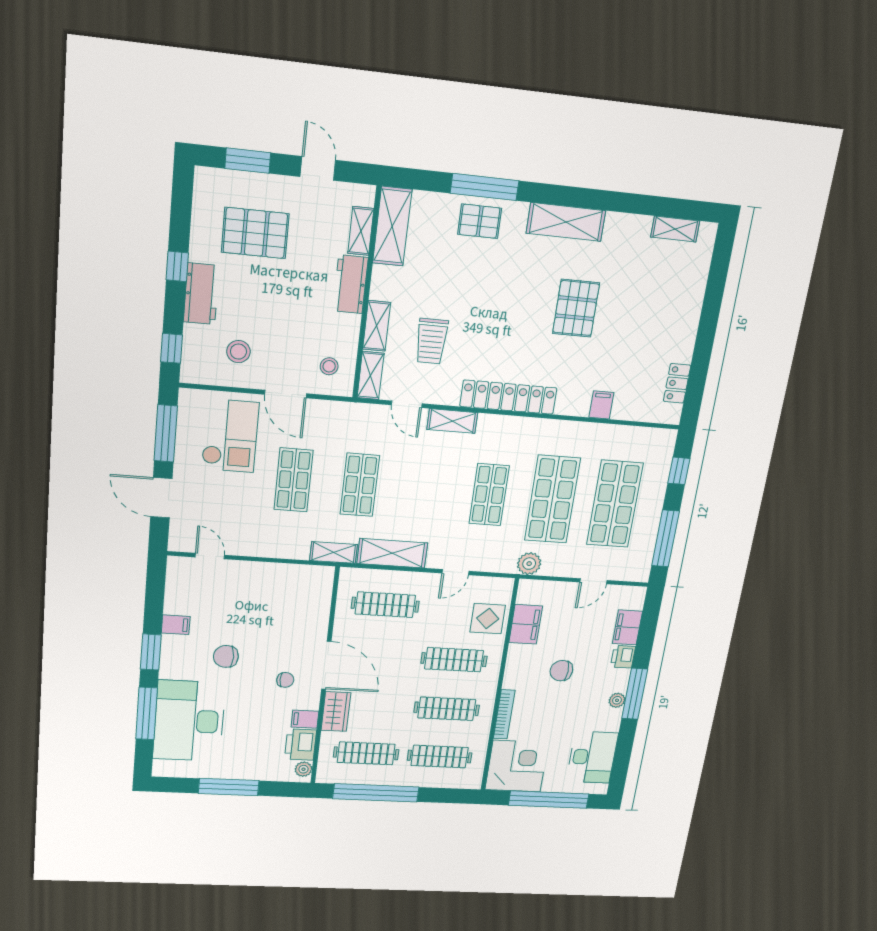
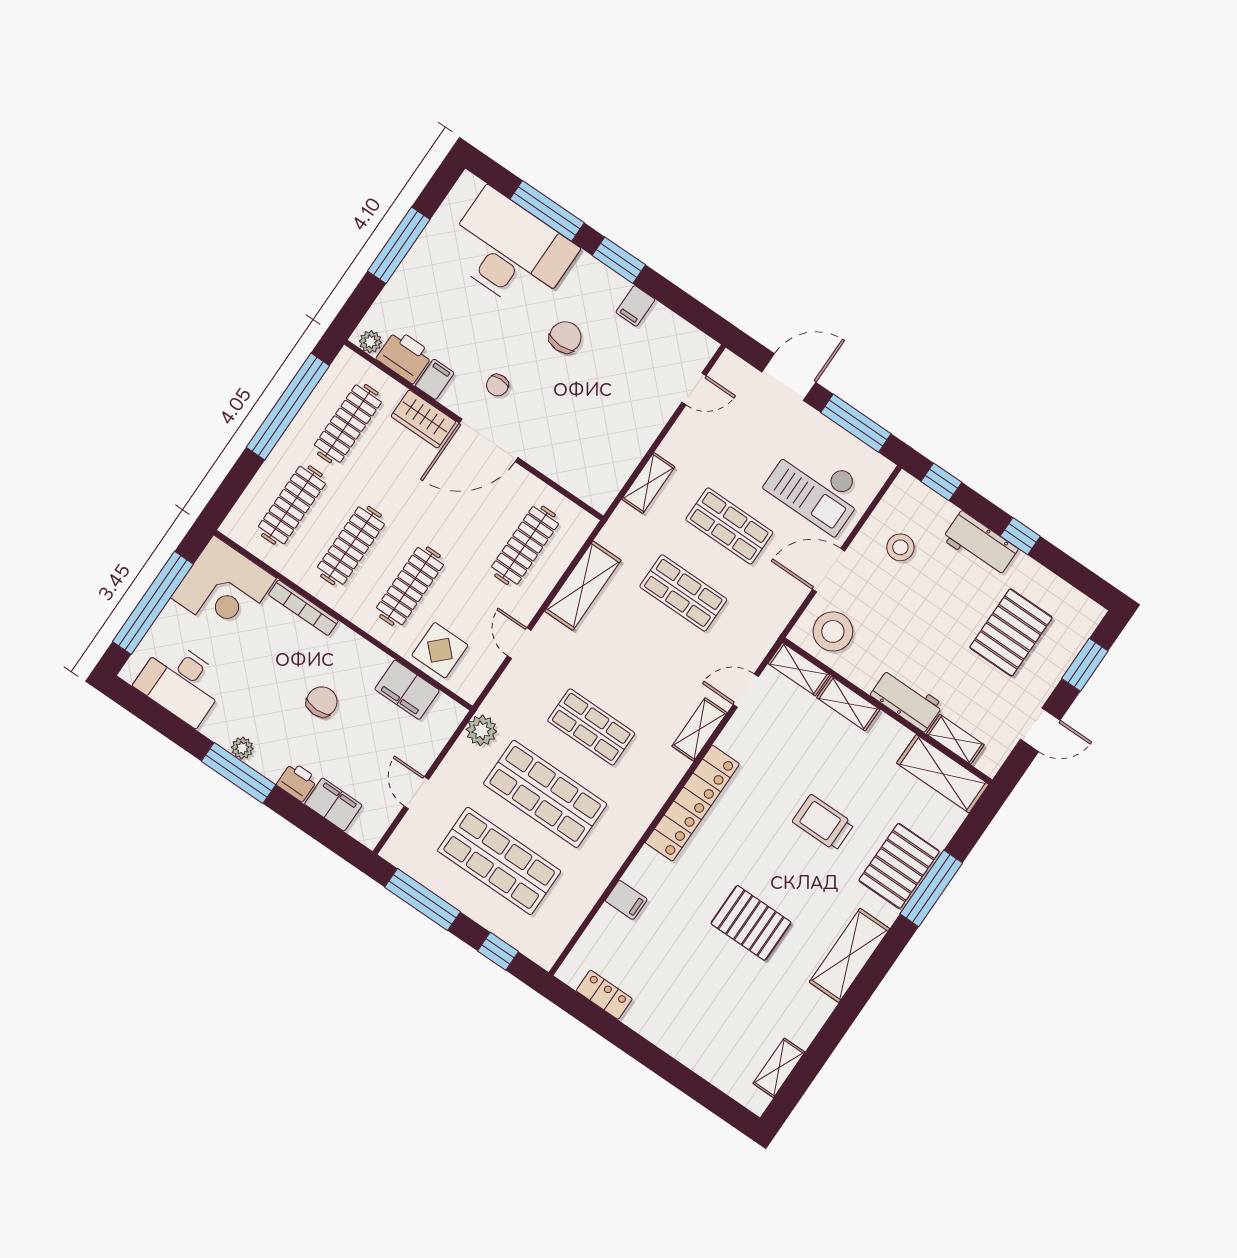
pallet: (480, 221) -> (899, 866), width x1.50, depth x1.42
trolley: (431, 341) -> (823, 823), moved
stool: (329, 366) -> (833, 631), width x1.89, depth x1.89
shelving: (334, 552) -> (648, 483), moved

